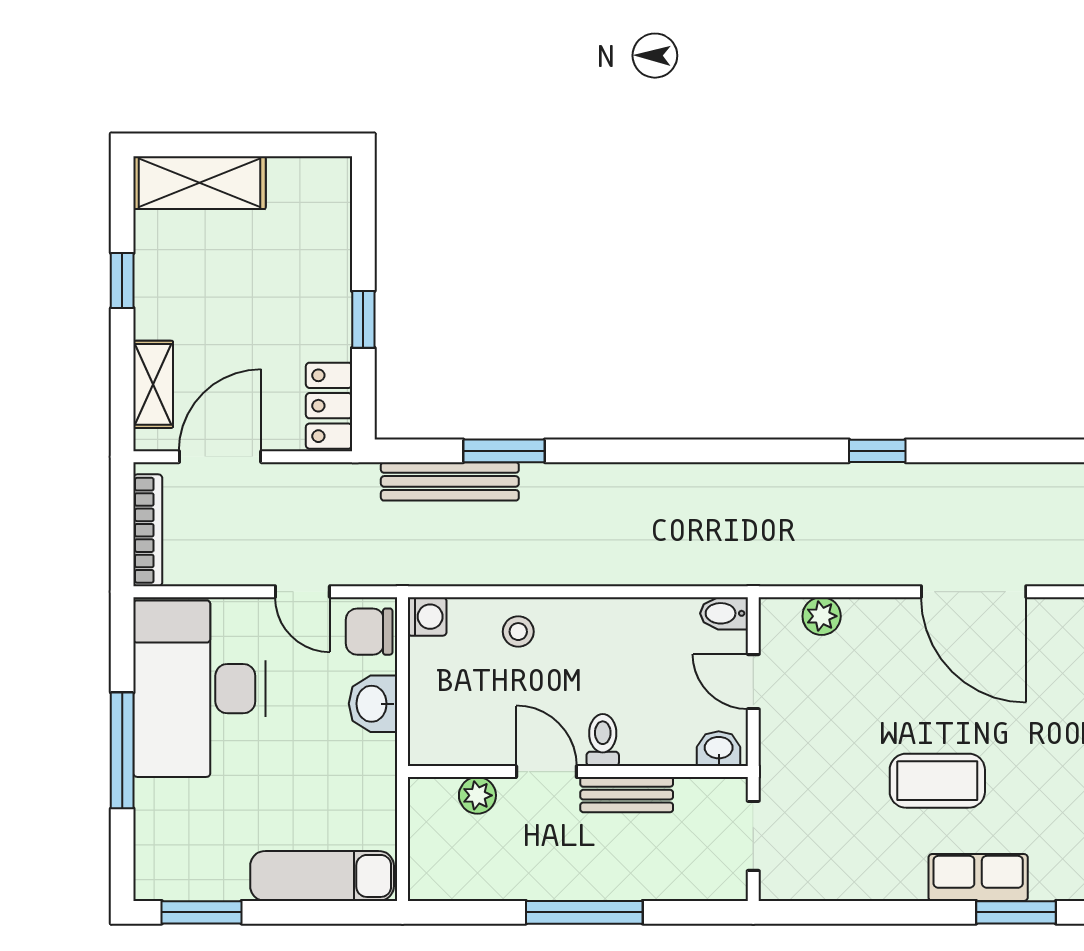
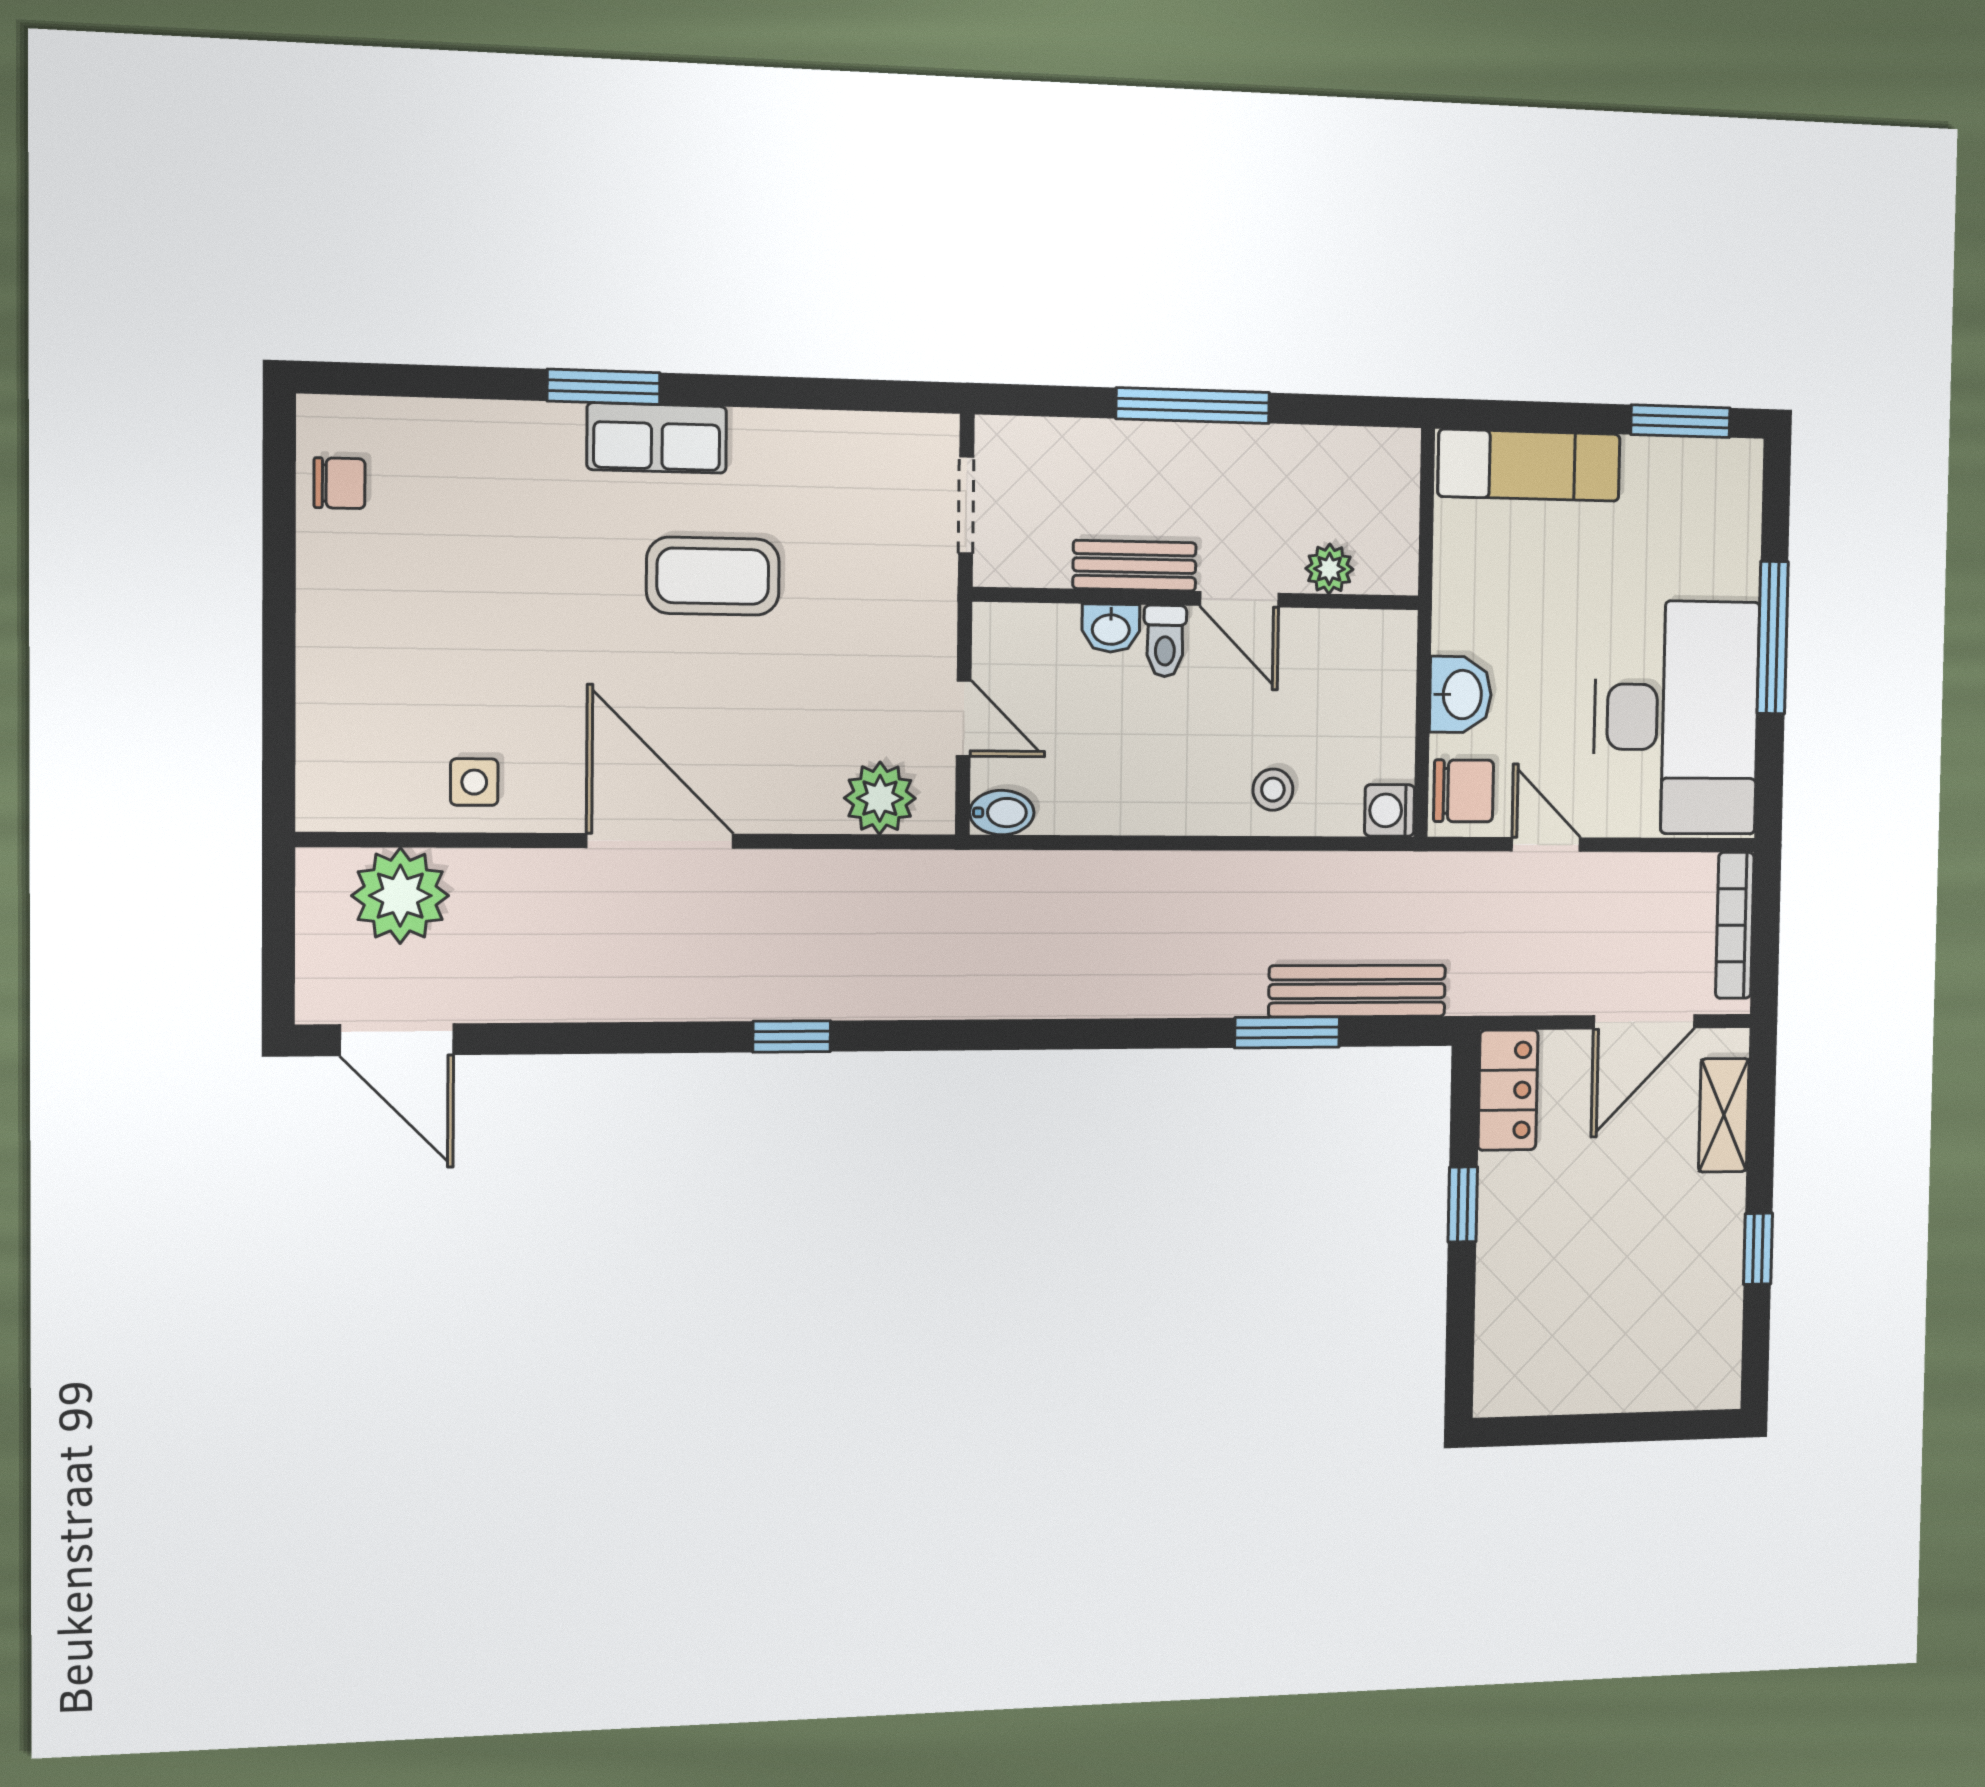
shelving: (200, 183) -> (1661, 1377), removed
plant: (822, 616) -> (880, 798), width x1.38, depth x1.38
washbasin: (719, 749) -> (1111, 628), moved

